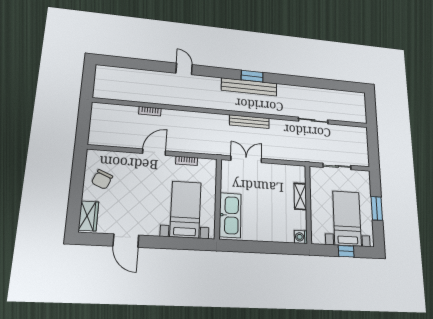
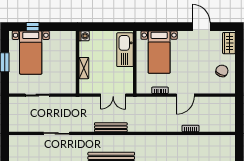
shelving: (300, 196) -> (84, 68), moved
wall: (308, 204) -> (77, 62), moved
washing machine: (301, 237) -> (84, 36), moved

